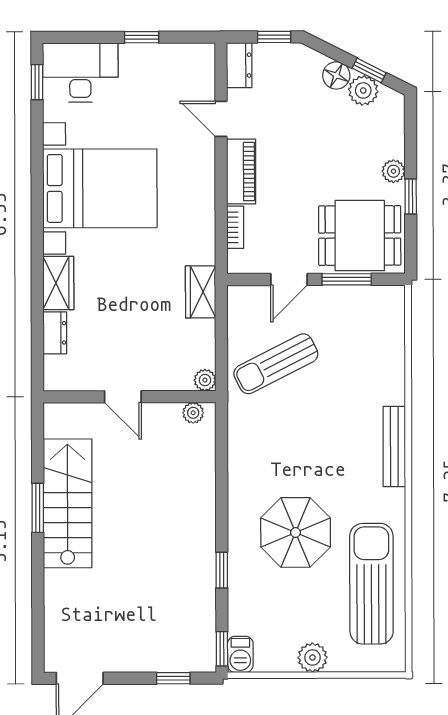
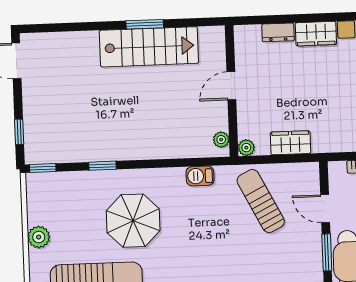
wardrobe: (201, 292) -> (290, 143), moved
barbecue: (240, 654) -> (200, 176), moved

